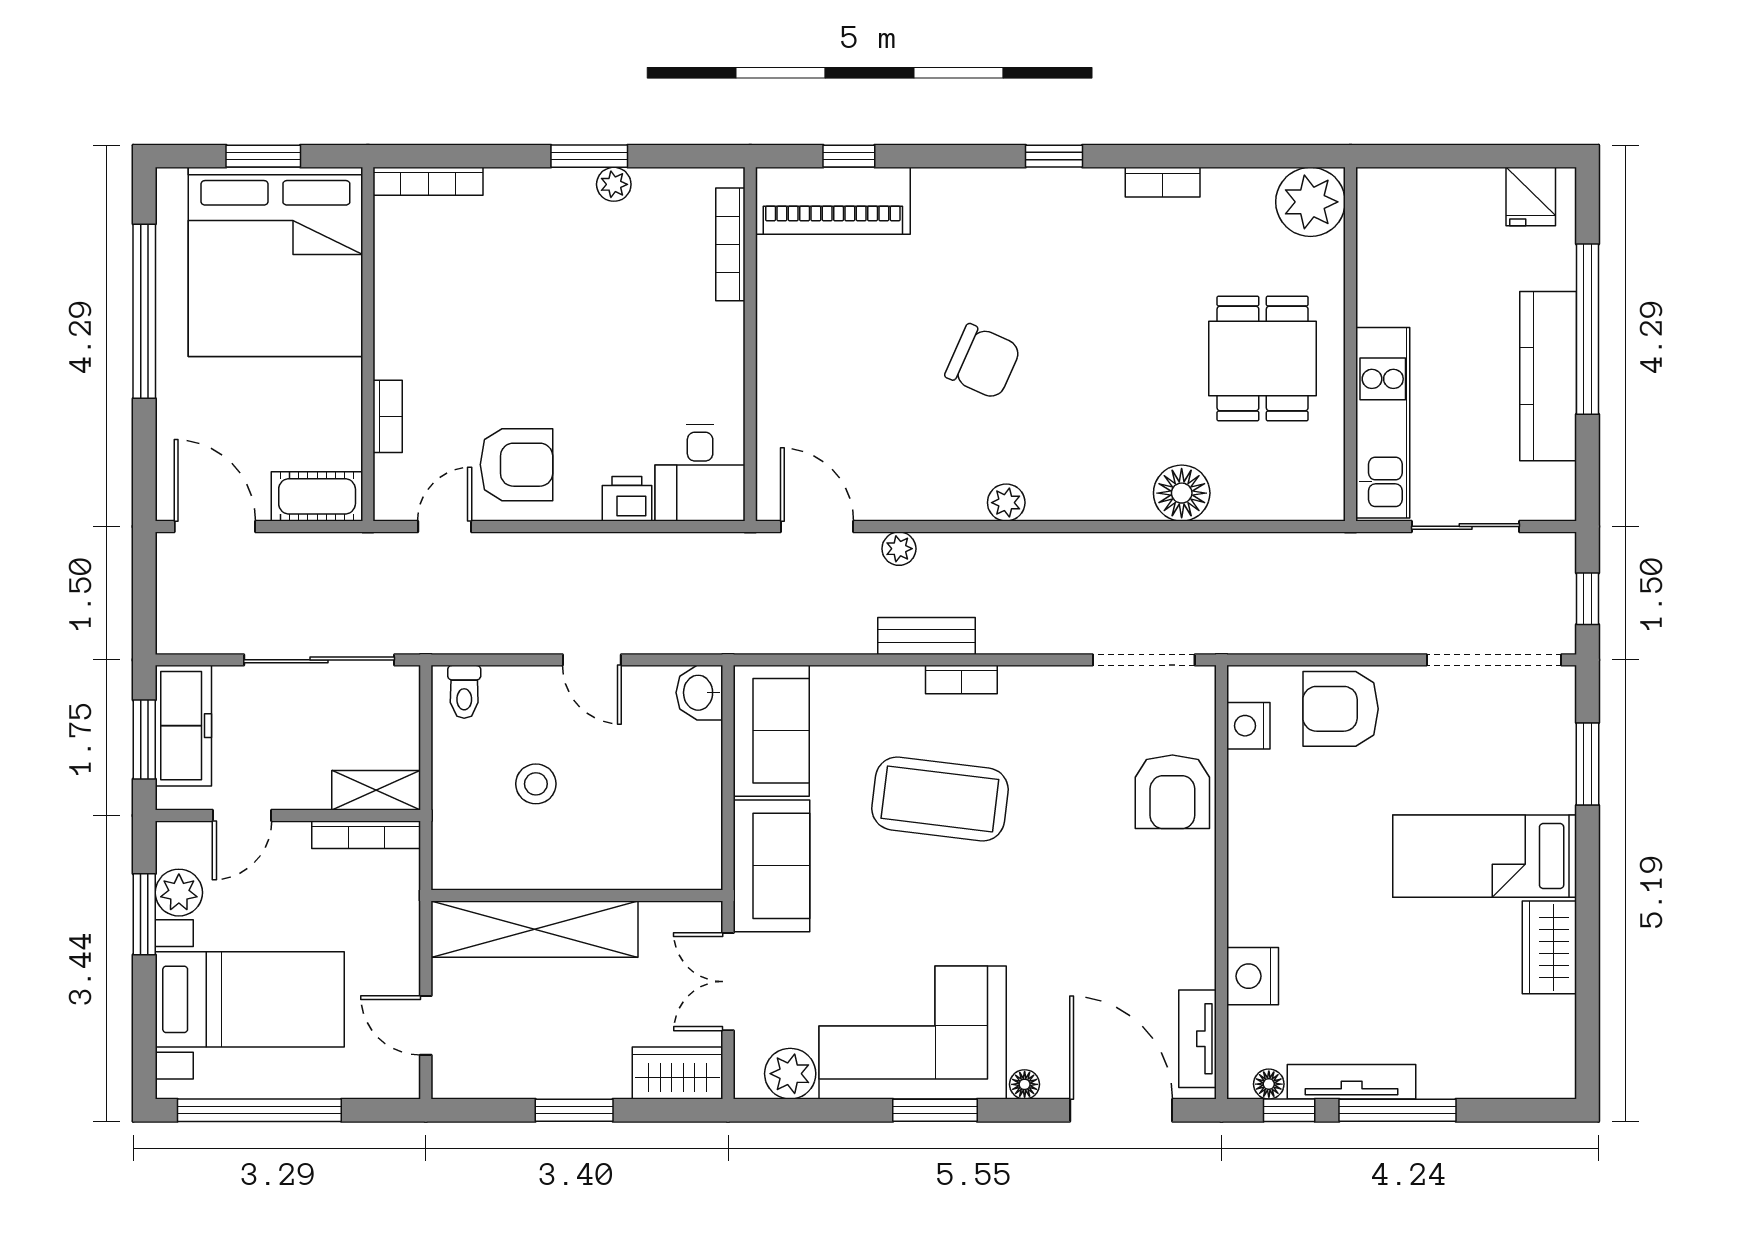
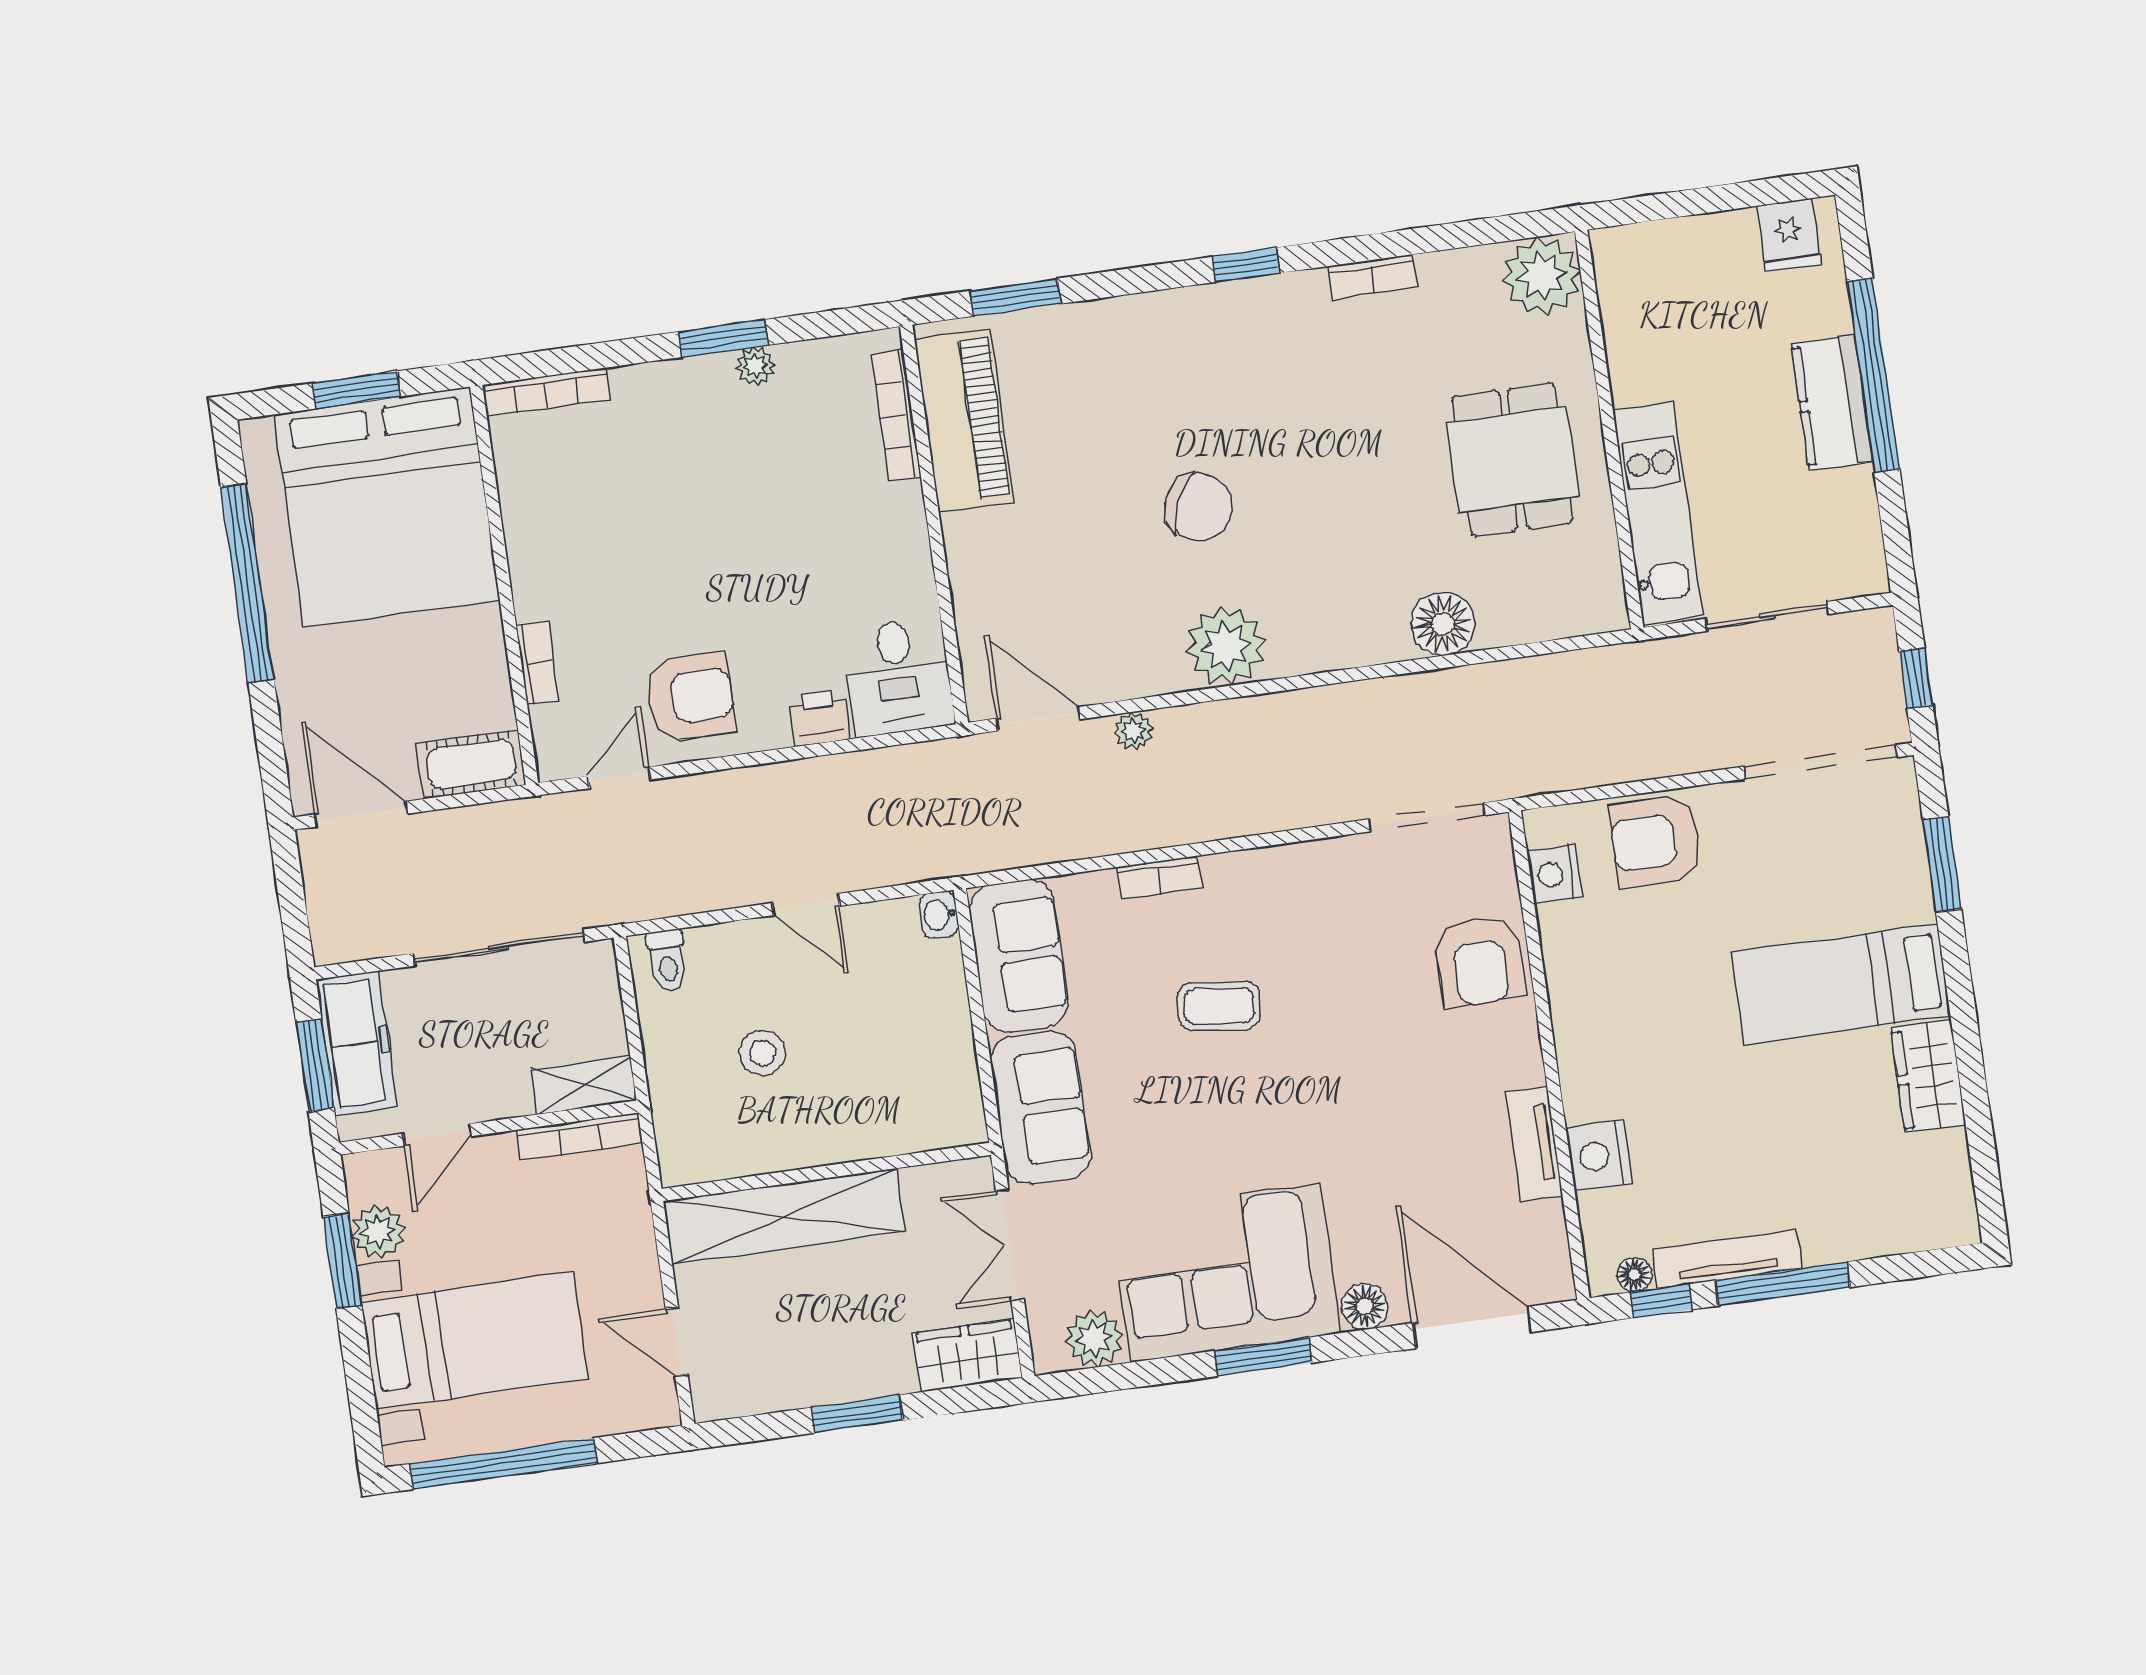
window: (849, 156) -> (1015, 297), width x1.50
piano: (833, 201) -> (964, 420), moved, turned -90
kitchen counter: (1548, 376) -> (1832, 402), width x0.67
plant: (1006, 503) -> (1226, 646), width x1.88, depth x1.88
bench: (927, 636) -> (1179, 825), removed
bookcase: (961, 680) -> (1159, 877), moved
washbasin: (699, 693) -> (939, 915), width x0.72, depth x0.69
coffee table: (940, 799) -> (1219, 1006), width x0.54, depth x0.58
tv unit: (1198, 1039) -> (1534, 1144), moved
floor lamp: (1025, 1084) -> (1365, 1306), width x1.37, depth x1.37

